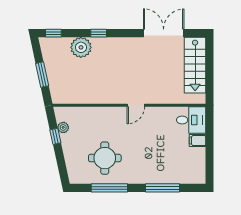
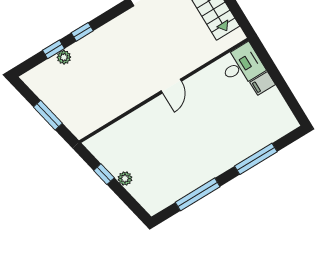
window: (53, 33) -> (53, 49), moved
plant: (81, 47) -> (64, 57), width x0.53, depth x0.53
plant: (63, 127) -> (125, 179), moved
round table: (105, 158) -> (173, 165), removed

